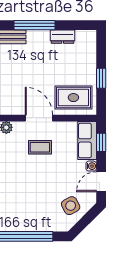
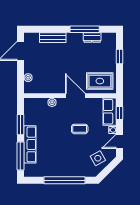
window: (34, 25) -> (85, 29), moved
window: (101, 78) -> (120, 56), moved
coffee table: (40, 147) -> (80, 129), moved

